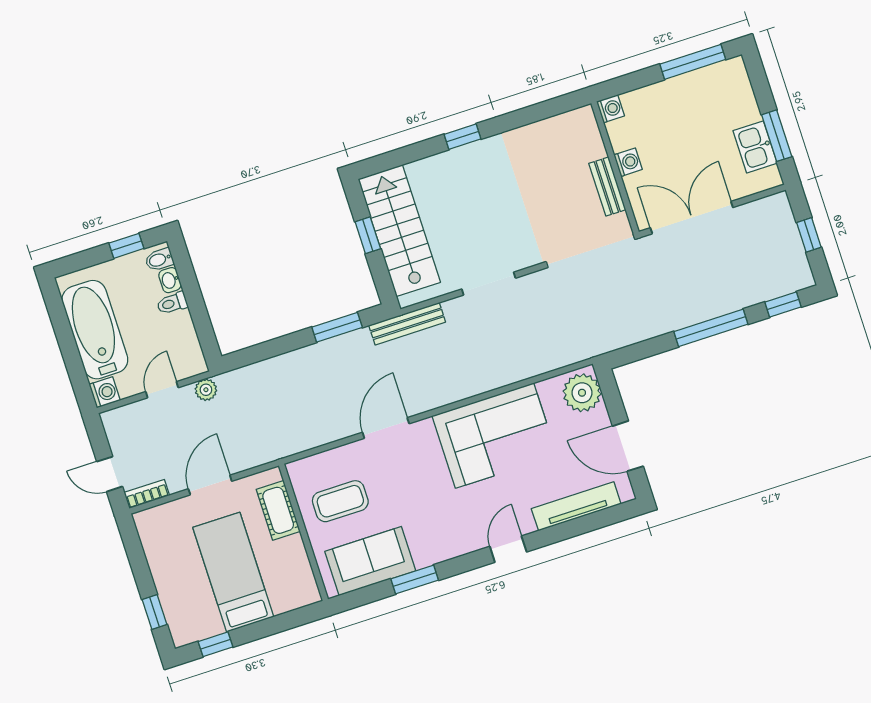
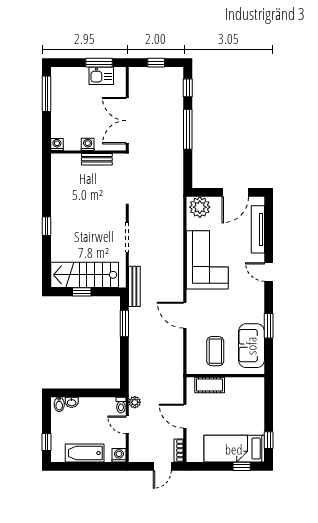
window: (126, 246) -> (46, 442), moved
toilet: (172, 303) -> (121, 405), moved
bathtub: (95, 330) -> (85, 453), width x0.73, depth x0.73
bed: (233, 572) -> (234, 449), moved

